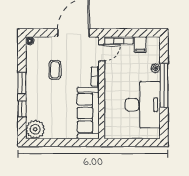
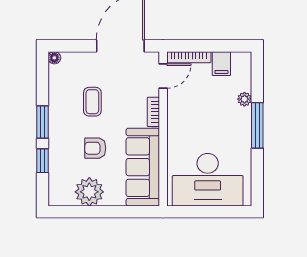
window: (164, 85) -> (257, 125), width x0.68
armchair: (57, 101) -> (95, 148), added
desk: (143, 105) -> (208, 180), moved, turned 90
plant: (35, 129) -> (89, 192), moved

